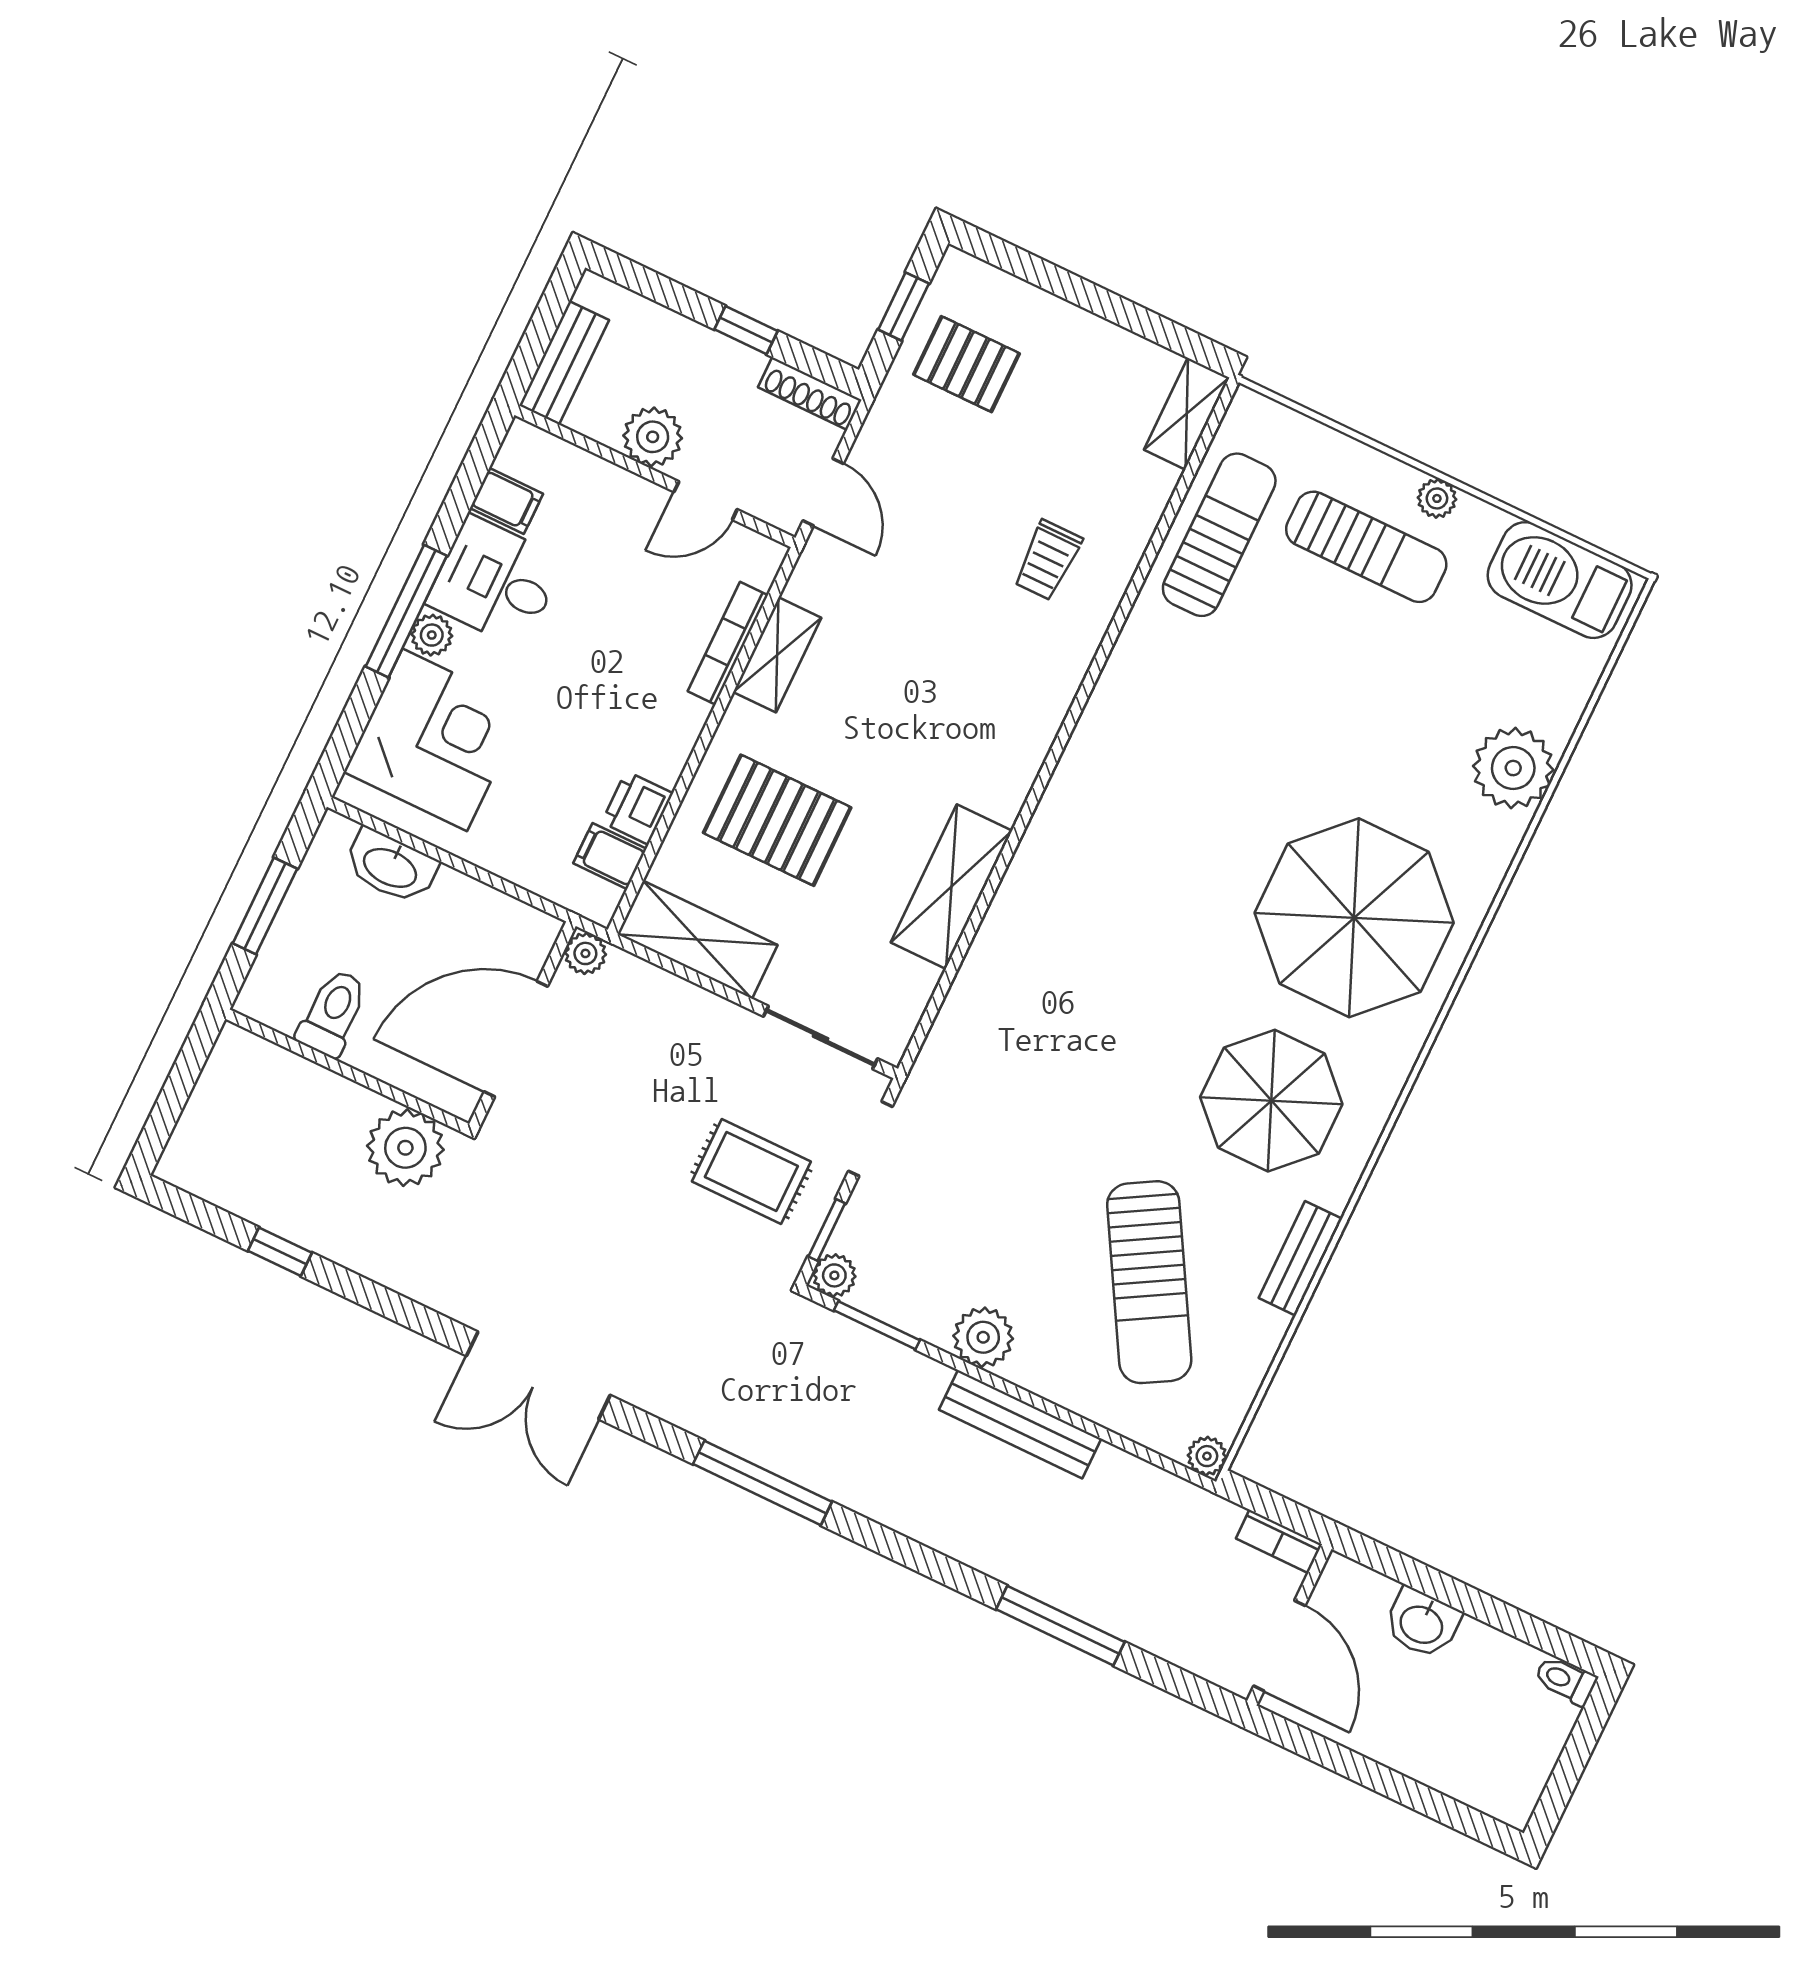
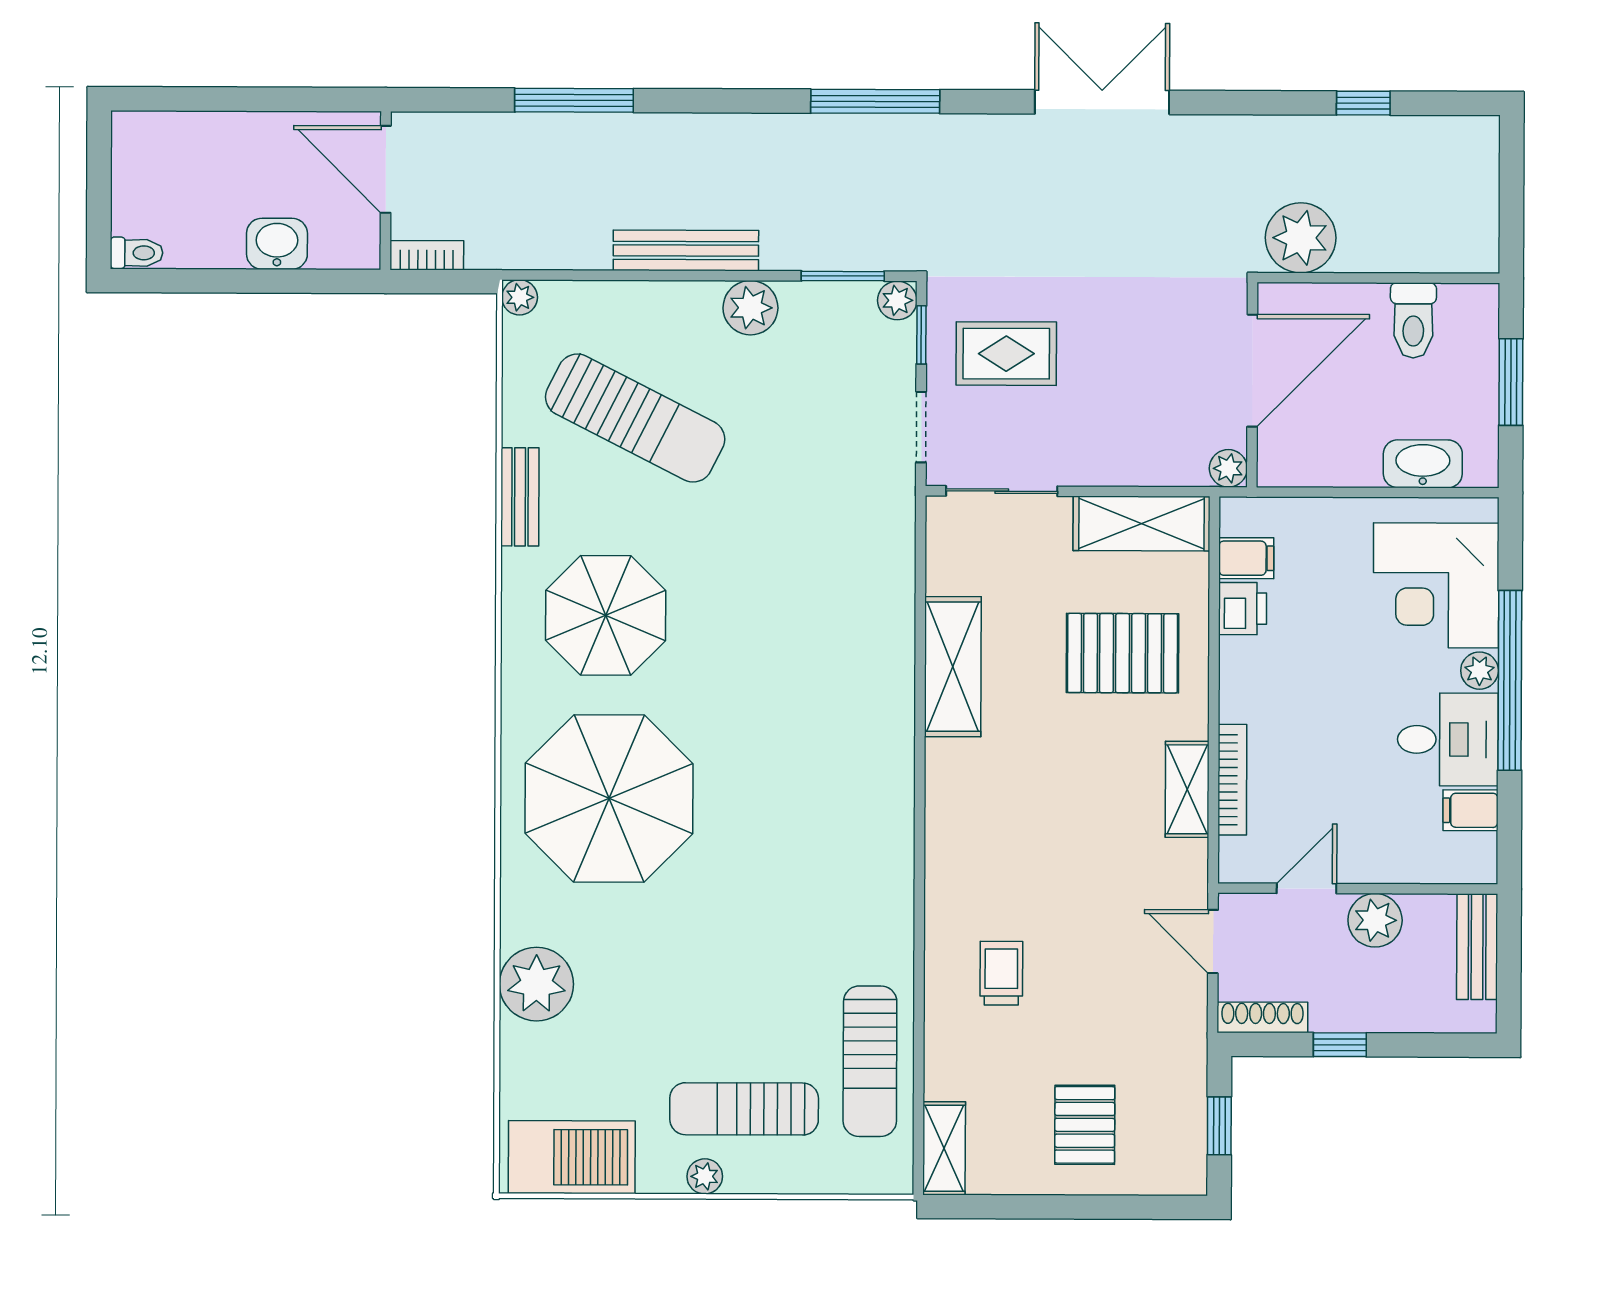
pallet: (966, 364) -> (1085, 1125), moved, turned 90
window: (406, 611) -> (1510, 680), width x1.46
sun lounger: (1149, 1282) -> (635, 418), turned 147

